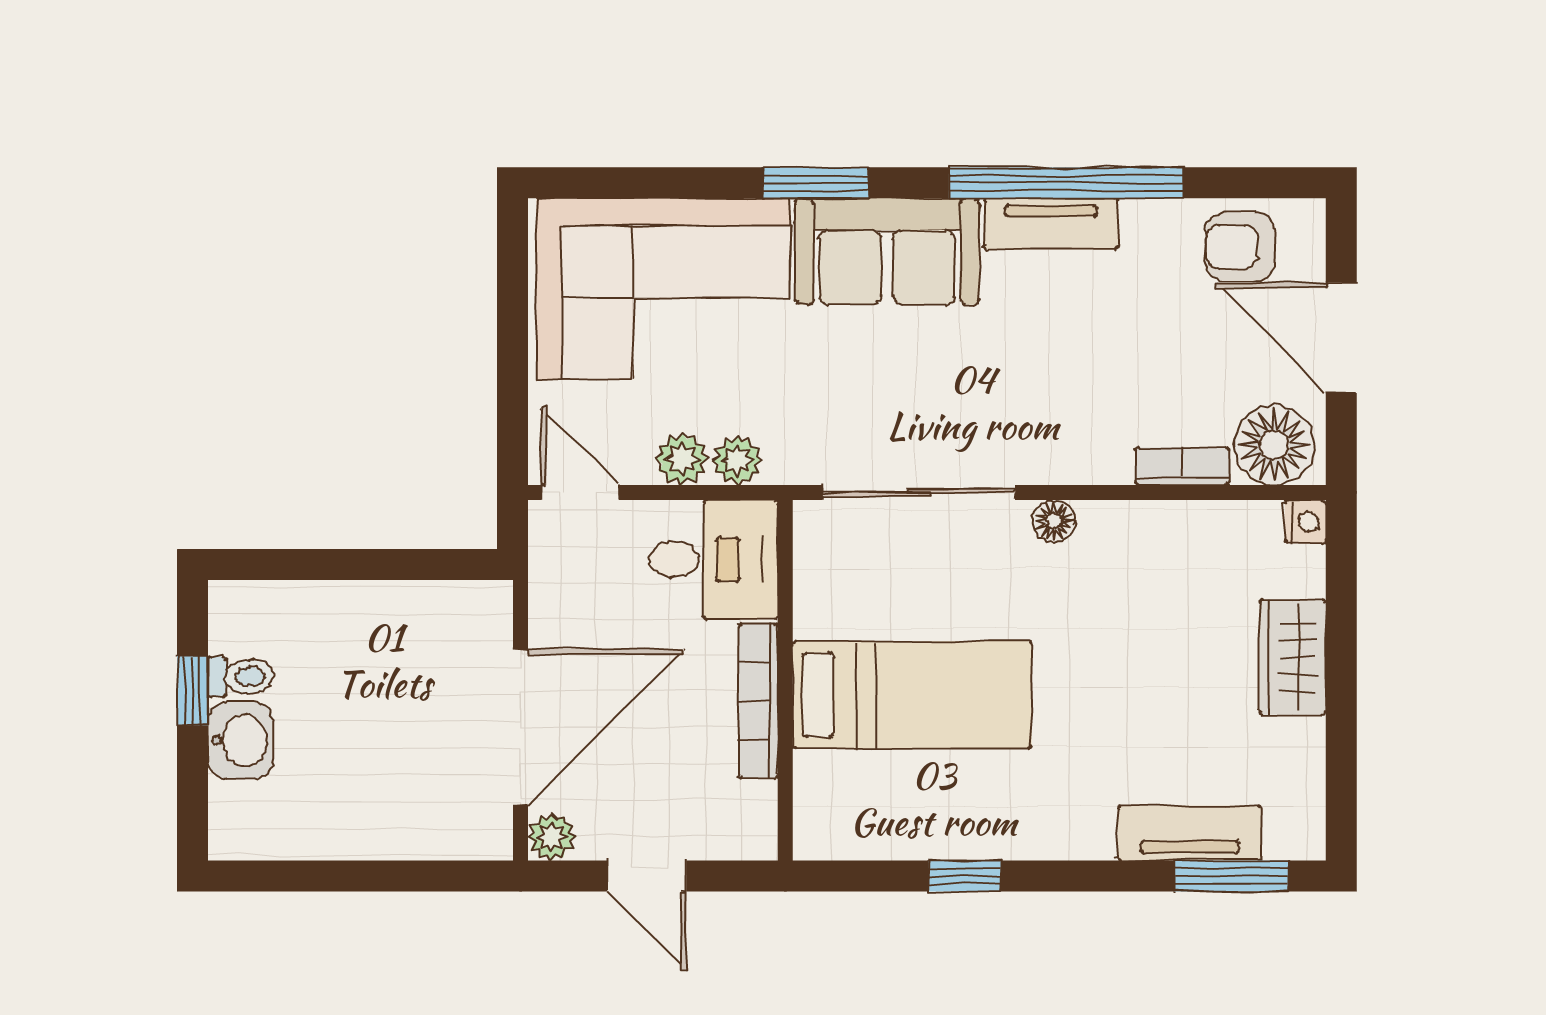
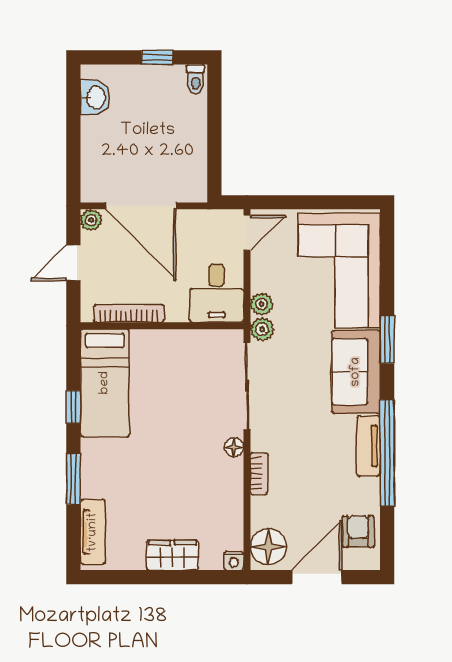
plant: (682, 459) -> (262, 329), moved
bookcase: (1182, 466) -> (259, 474), moved
toilet: (241, 677) -> (196, 79), moved
bed: (912, 695) -> (105, 383), moved
bookcase: (758, 701) -> (129, 313), moved
washbasin: (241, 740) -> (95, 97), moved, turned -90
tv unit: (1190, 833) -> (93, 532), moved
window: (1231, 876) -> (73, 479), moved

